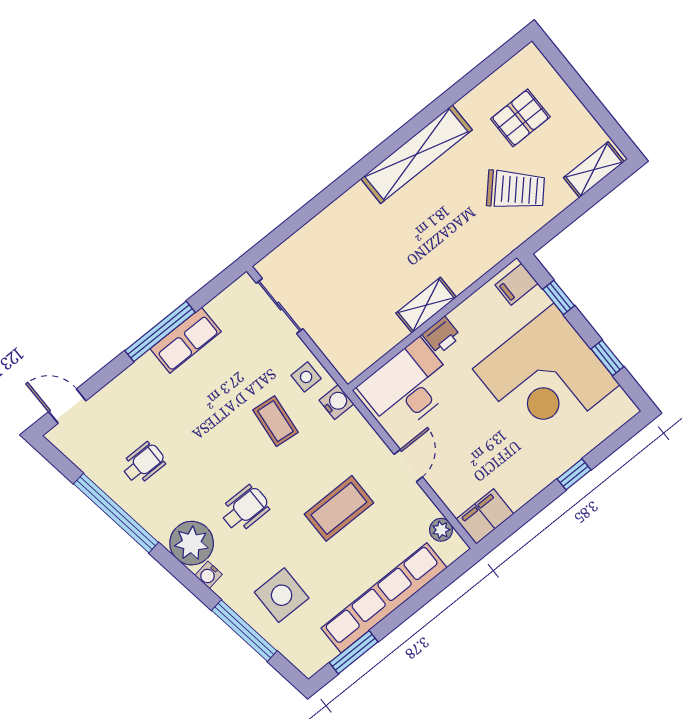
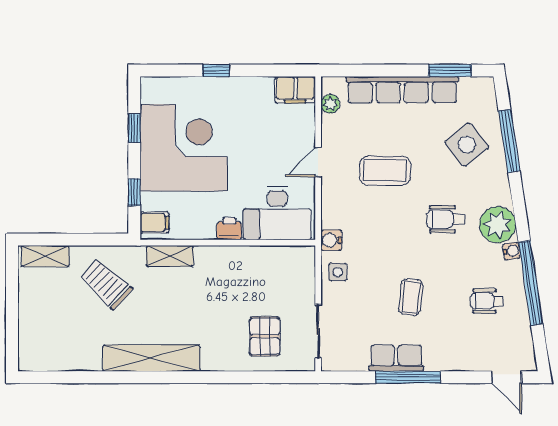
pallet: (520, 118) -> (265, 336), moved, turned 90
shelving: (426, 305) -> (170, 256), moved
coffee table: (275, 421) -> (411, 297), moved
water cooler: (209, 575) -> (512, 251), moved
side table: (282, 595) -> (467, 145), turned -38

